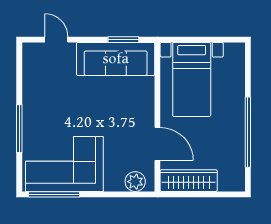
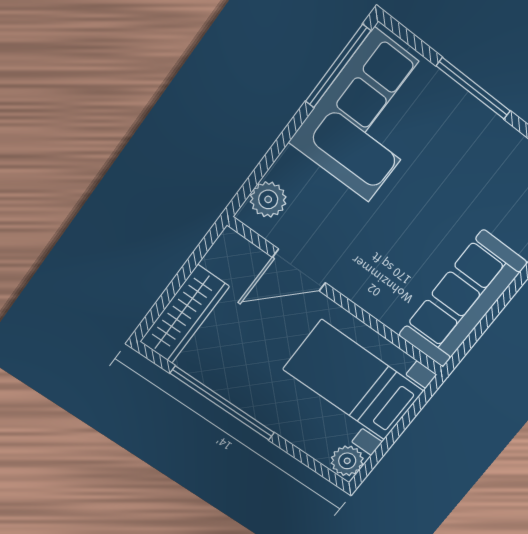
window: (123, 40) -> (480, 329), removed
plant: (234, 52) -> (347, 461), added
wardrobe: (189, 181) -> (184, 314), moved

